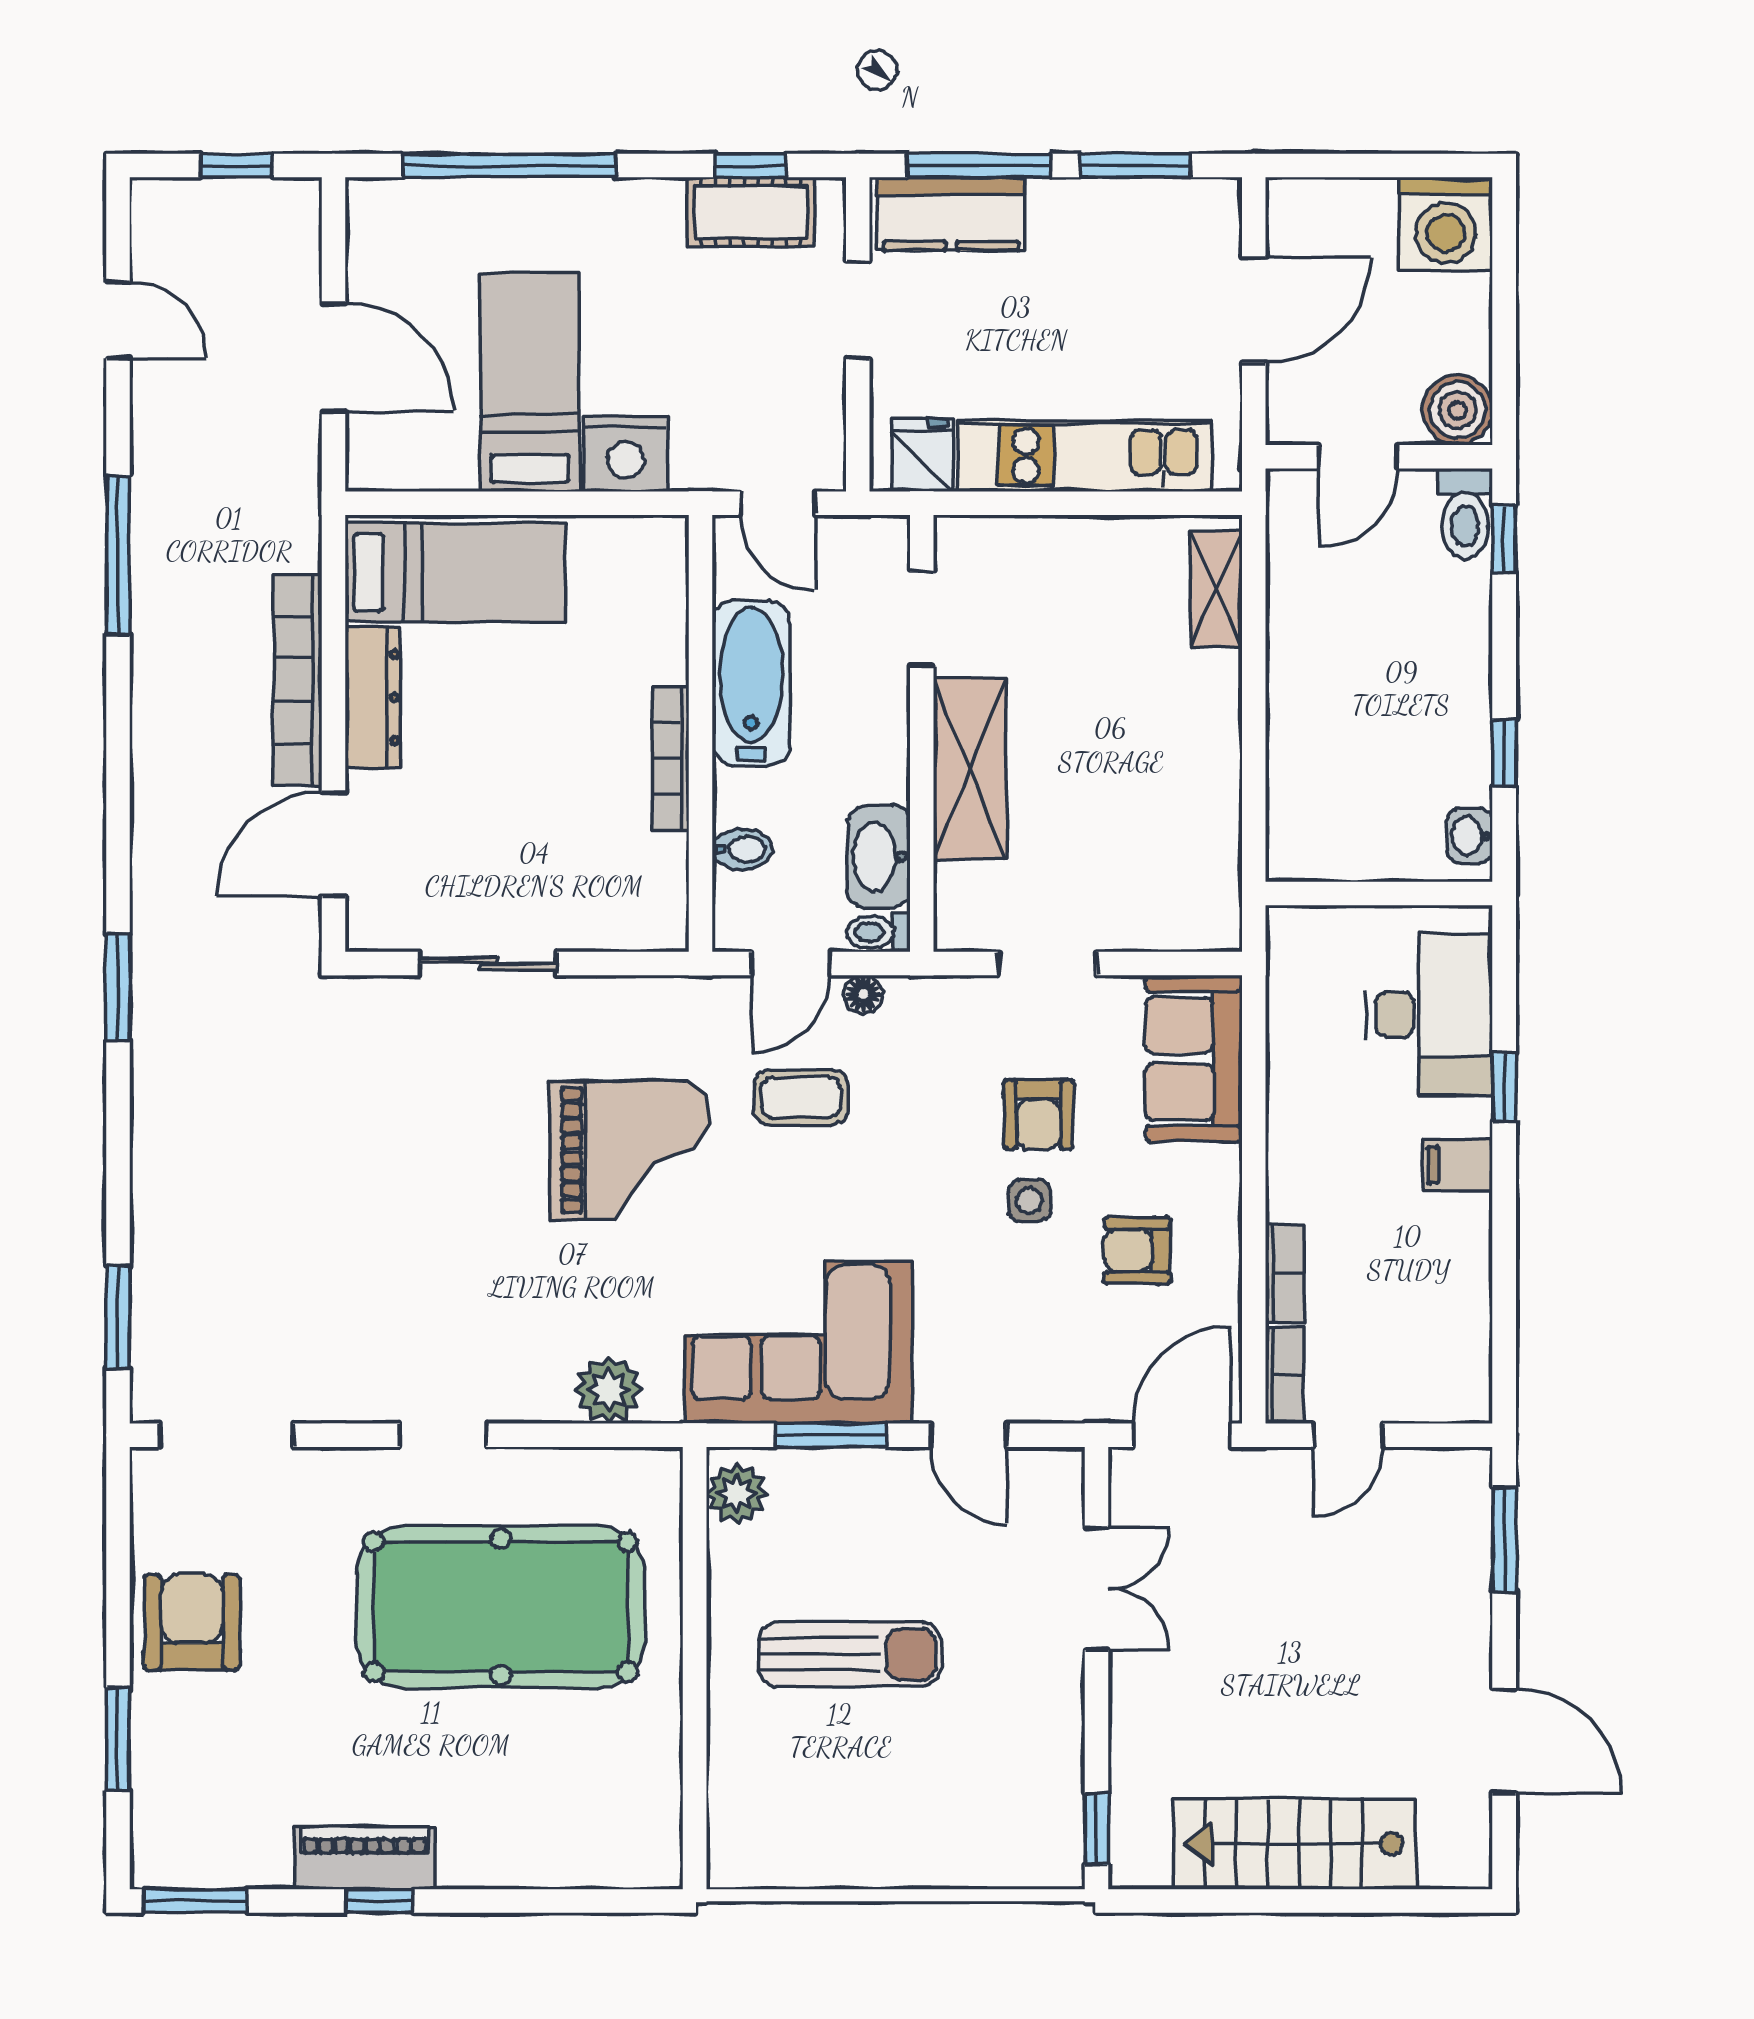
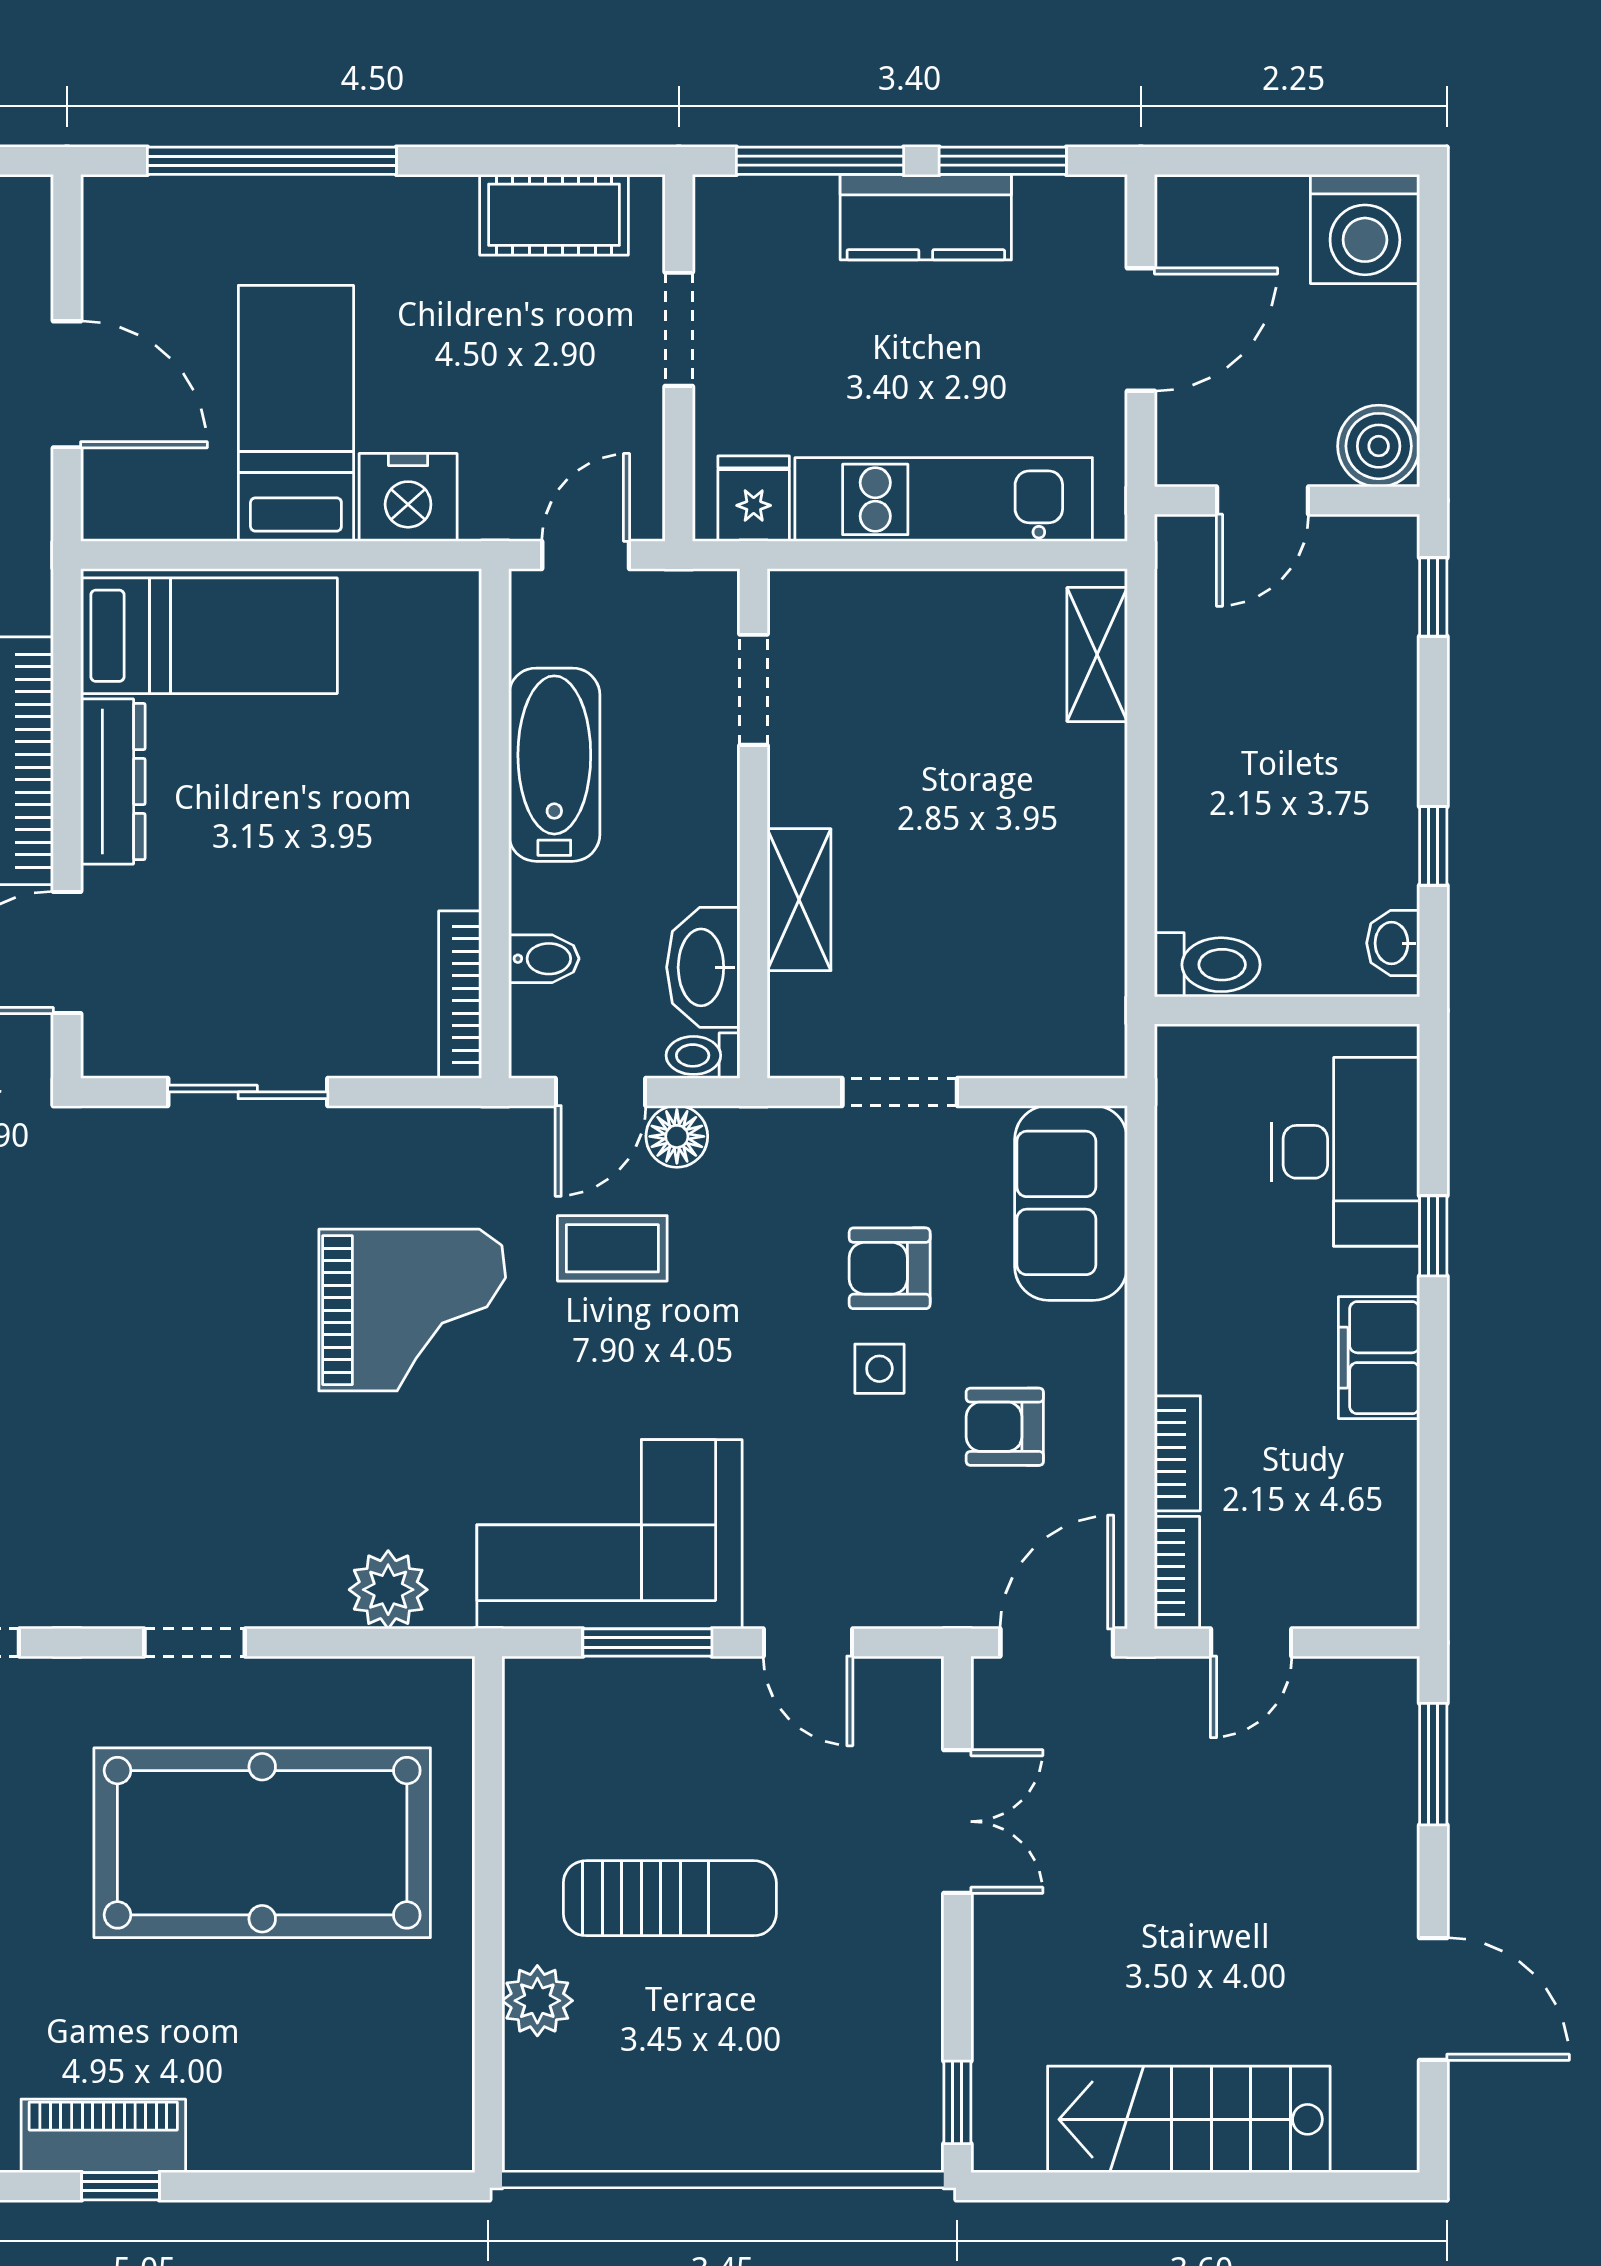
window: (751, 166) -> (554, 161), removed
kitchen counter: (951, 214) -> (926, 217), moved
door: (778, 503) -> (586, 555), swing flipped
toilet: (1465, 514) -> (1207, 965), moved, turned -90
bookcase: (670, 759) -> (460, 995), moved
shelving: (970, 768) -> (799, 900), width x0.67, depth x0.75
floor lamp: (863, 994) -> (677, 1136), width x1.37, depth x1.37
armchair: (1038, 1115) -> (890, 1268), turned 90
filing cabinet: (1458, 1165) -> (1379, 1358), width x2.00
plant: (737, 1494) -> (537, 2001), moved

